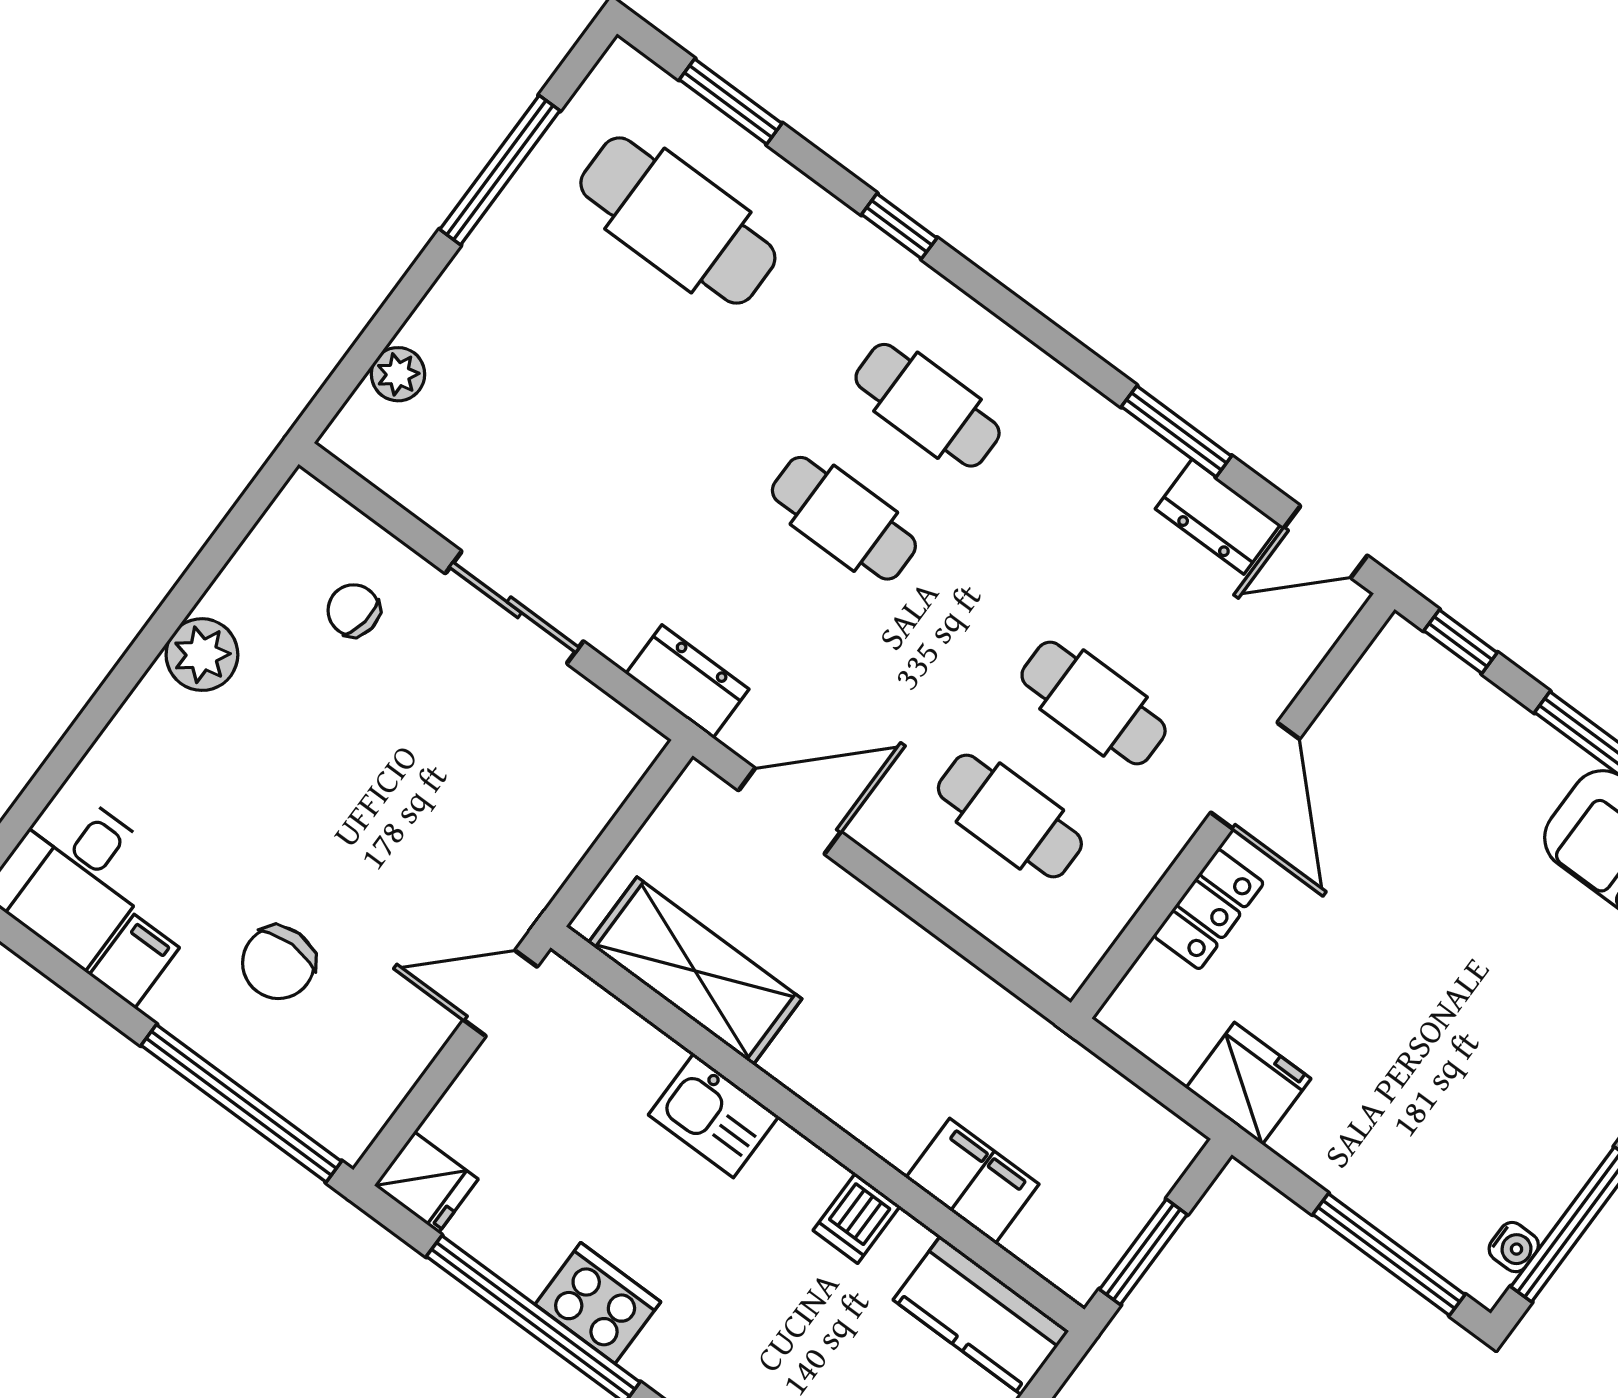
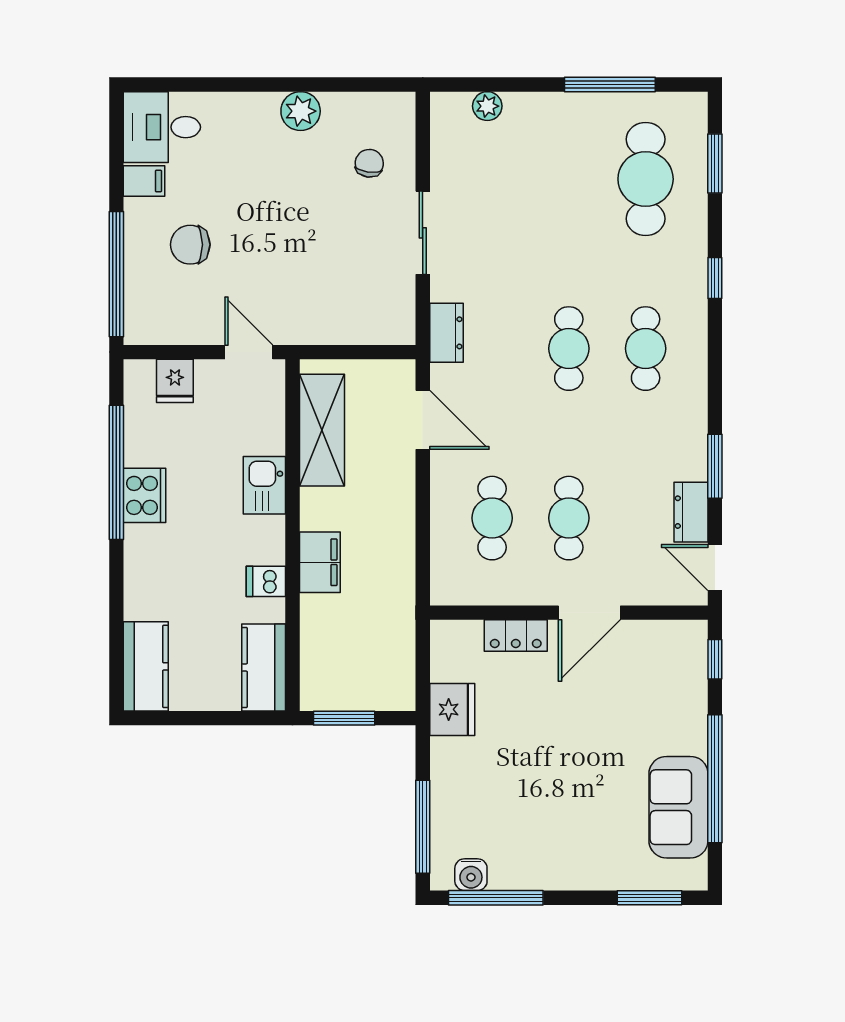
filing cabinet: (972, 1181) -> (320, 562), moved
fridge: (426, 1182) -> (175, 381), moved
water cooler: (1514, 1247) -> (471, 875), width x1.38, depth x1.38

